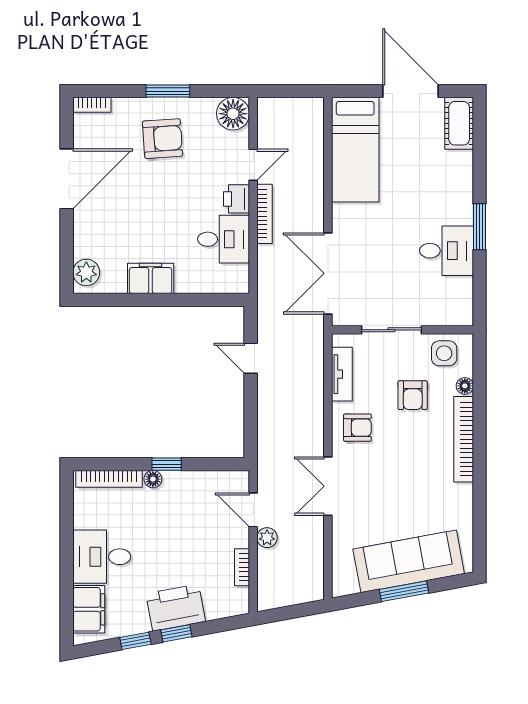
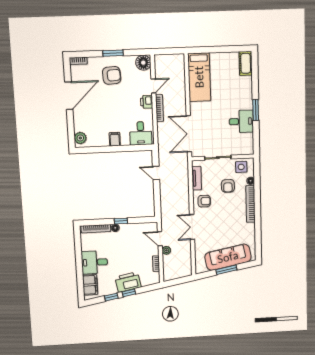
door: (410, 91) -> (223, 49), removed
desk: (224, 239) -> (141, 133), moved, turned 90
filing cabinet: (151, 278) -> (115, 139), width x0.50

